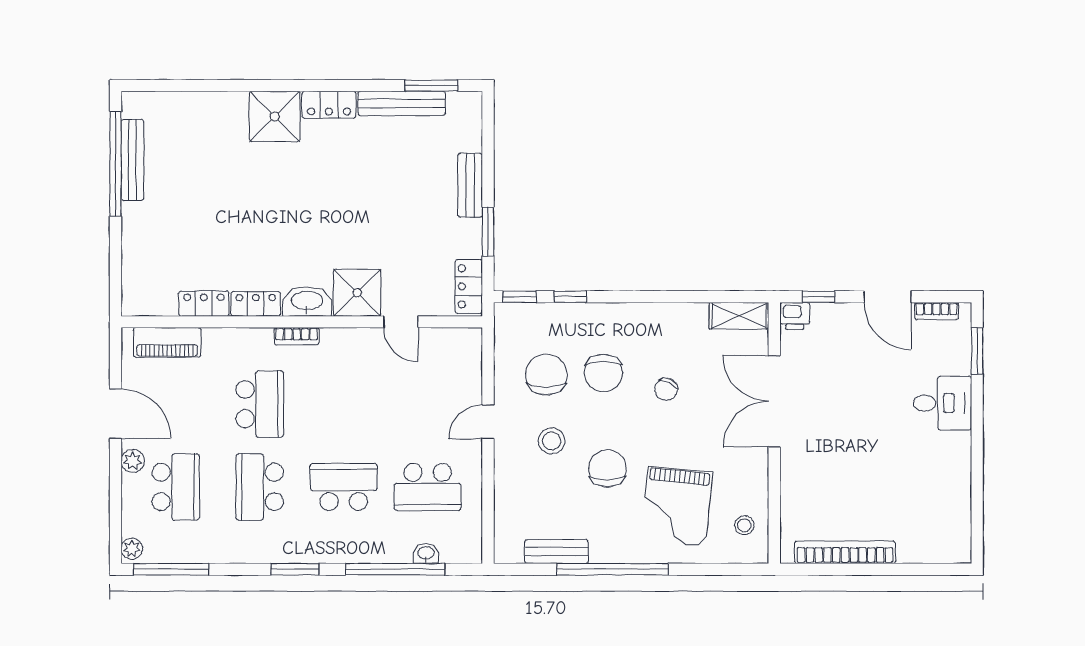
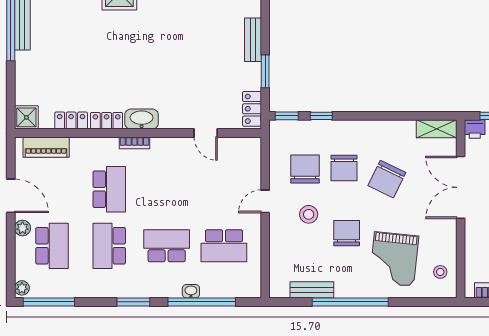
shower: (357, 293) -> (26, 117), moved, width x0.73, depth x0.73
chair: (666, 389) -> (387, 179), width x1.87, depth x1.87
washbasin: (426, 554) -> (191, 291), moved

